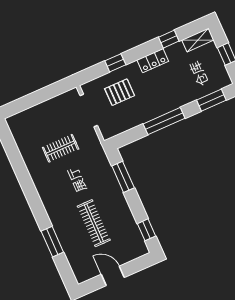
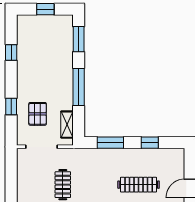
shelving: (198, 40) -> (67, 125), moved
locker: (153, 61) -> (23, 74), removed
window: (146, 230) -> (150, 143), moved

